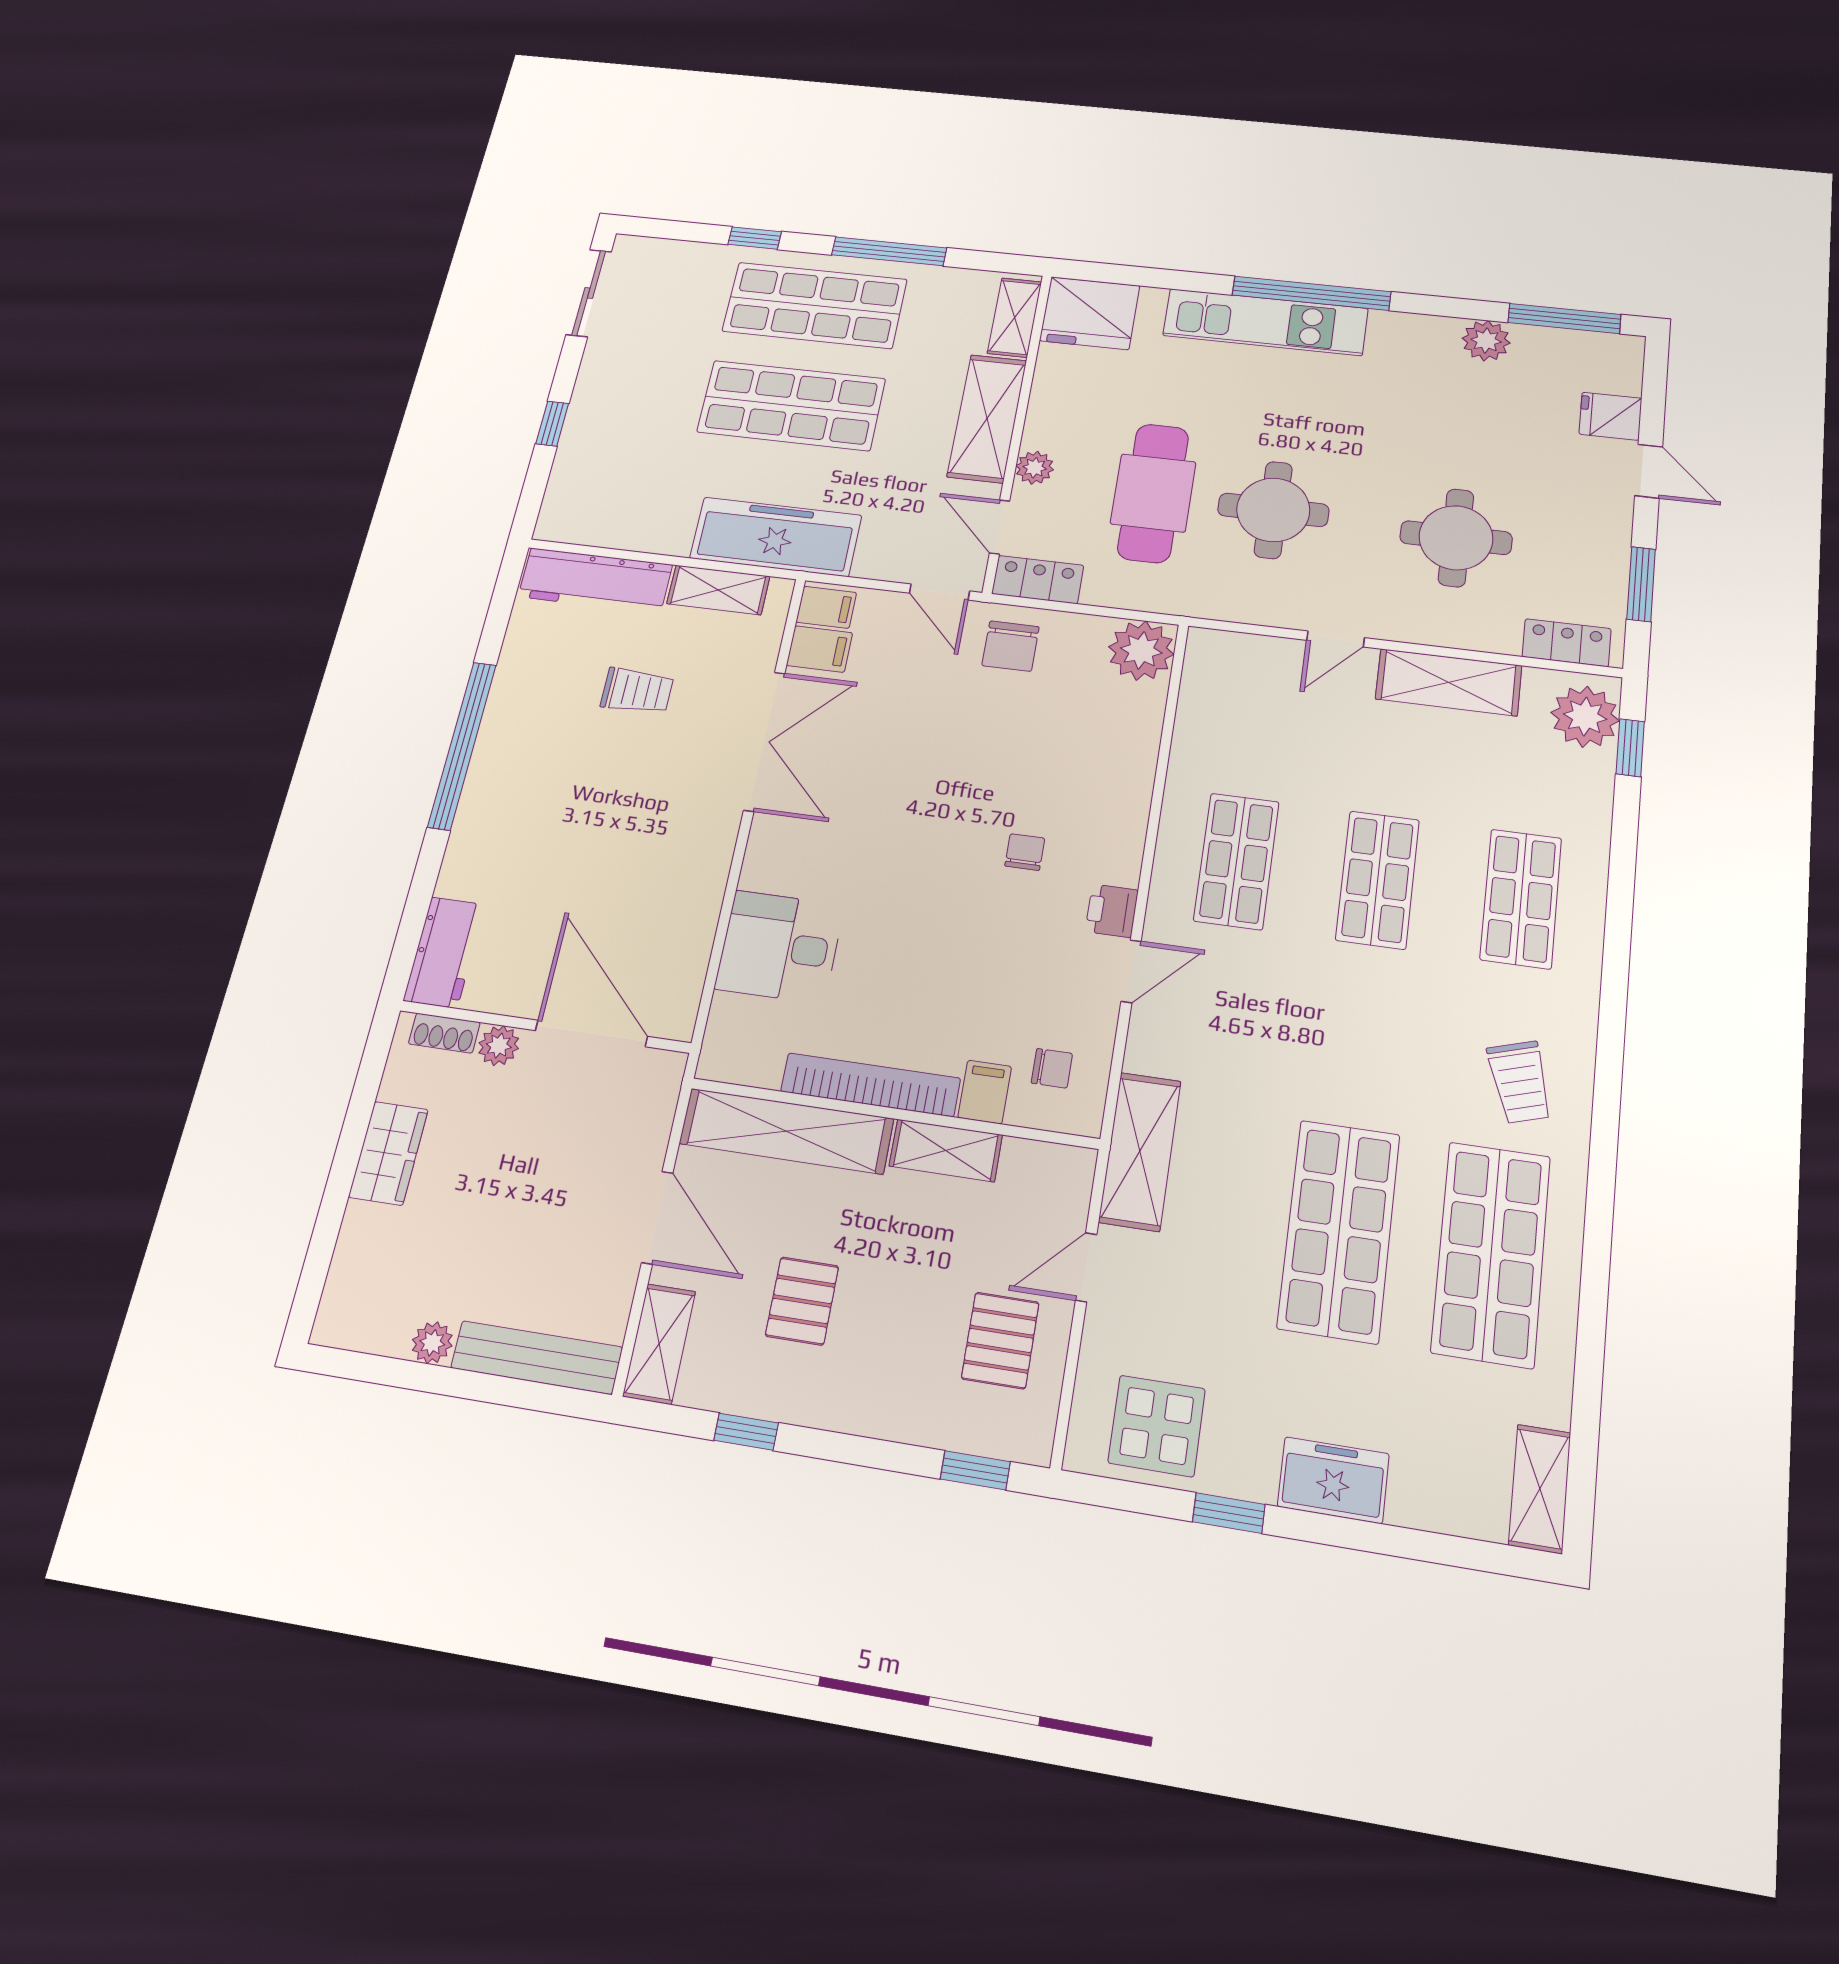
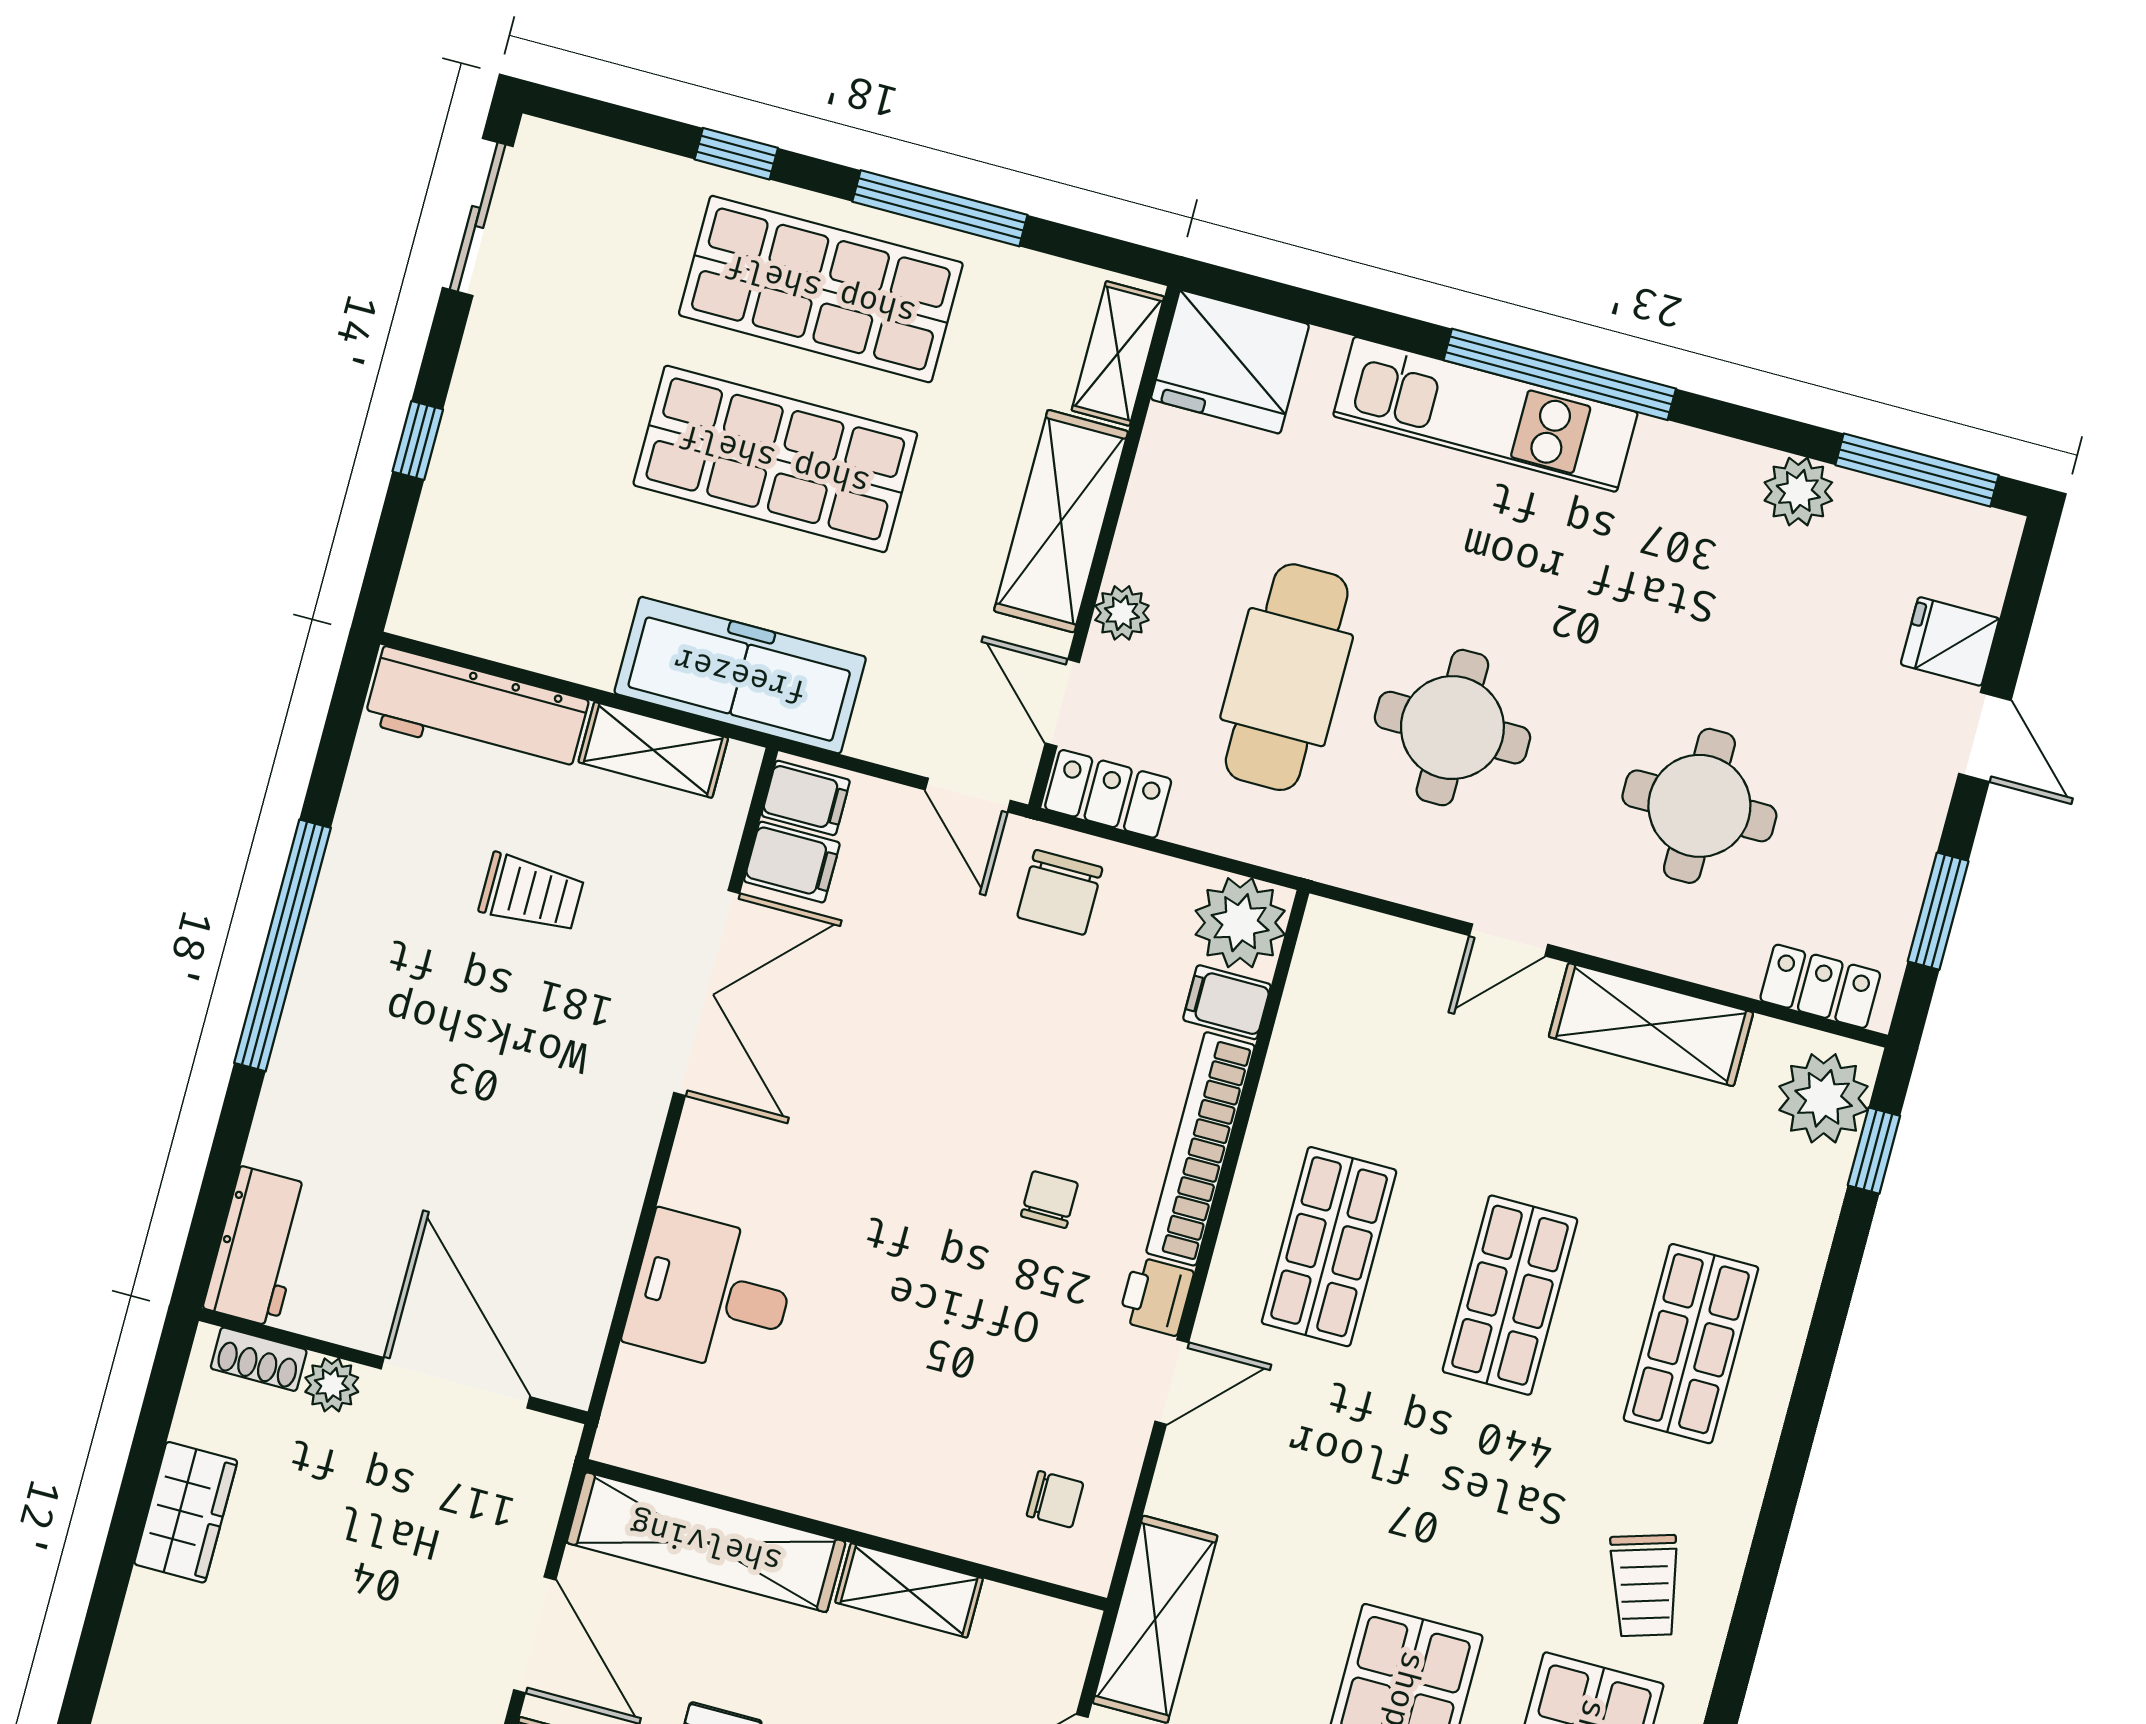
bookcase: (870, 1085) -> (1200, 1149), moved, turned -90
filing cabinet: (985, 1092) -> (1227, 1002), moved, turned -90

